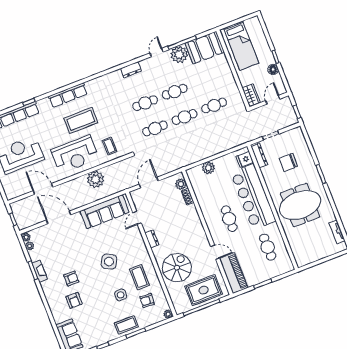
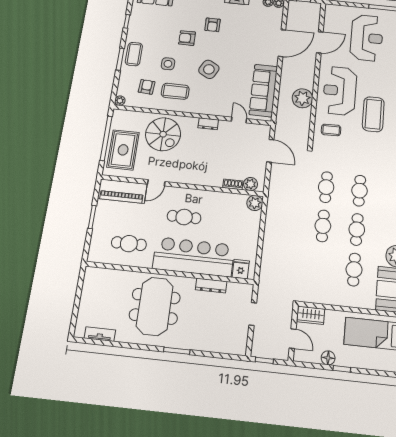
cafe table: (214, 106) -> (354, 270), moved
dresser: (259, 156) -> (211, 285), moved
chair: (288, 162) -> (211, 319), removed
plant: (208, 168) -> (255, 203), moved
armchair: (74, 300) -> (187, 38), moved

